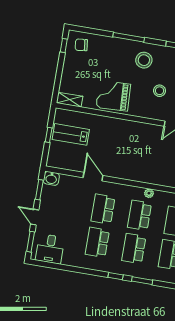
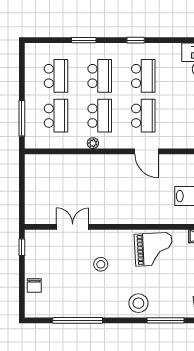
window: (129, 37) -> (165, 320), moved
stool: (144, 60) -> (138, 303), moved
door: (93, 177) -> (146, 151), moved
window: (116, 276) -> (136, 40), moved

